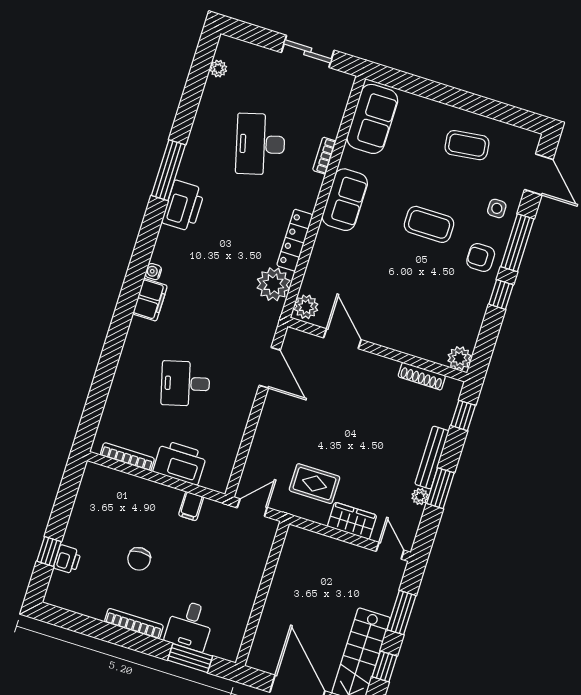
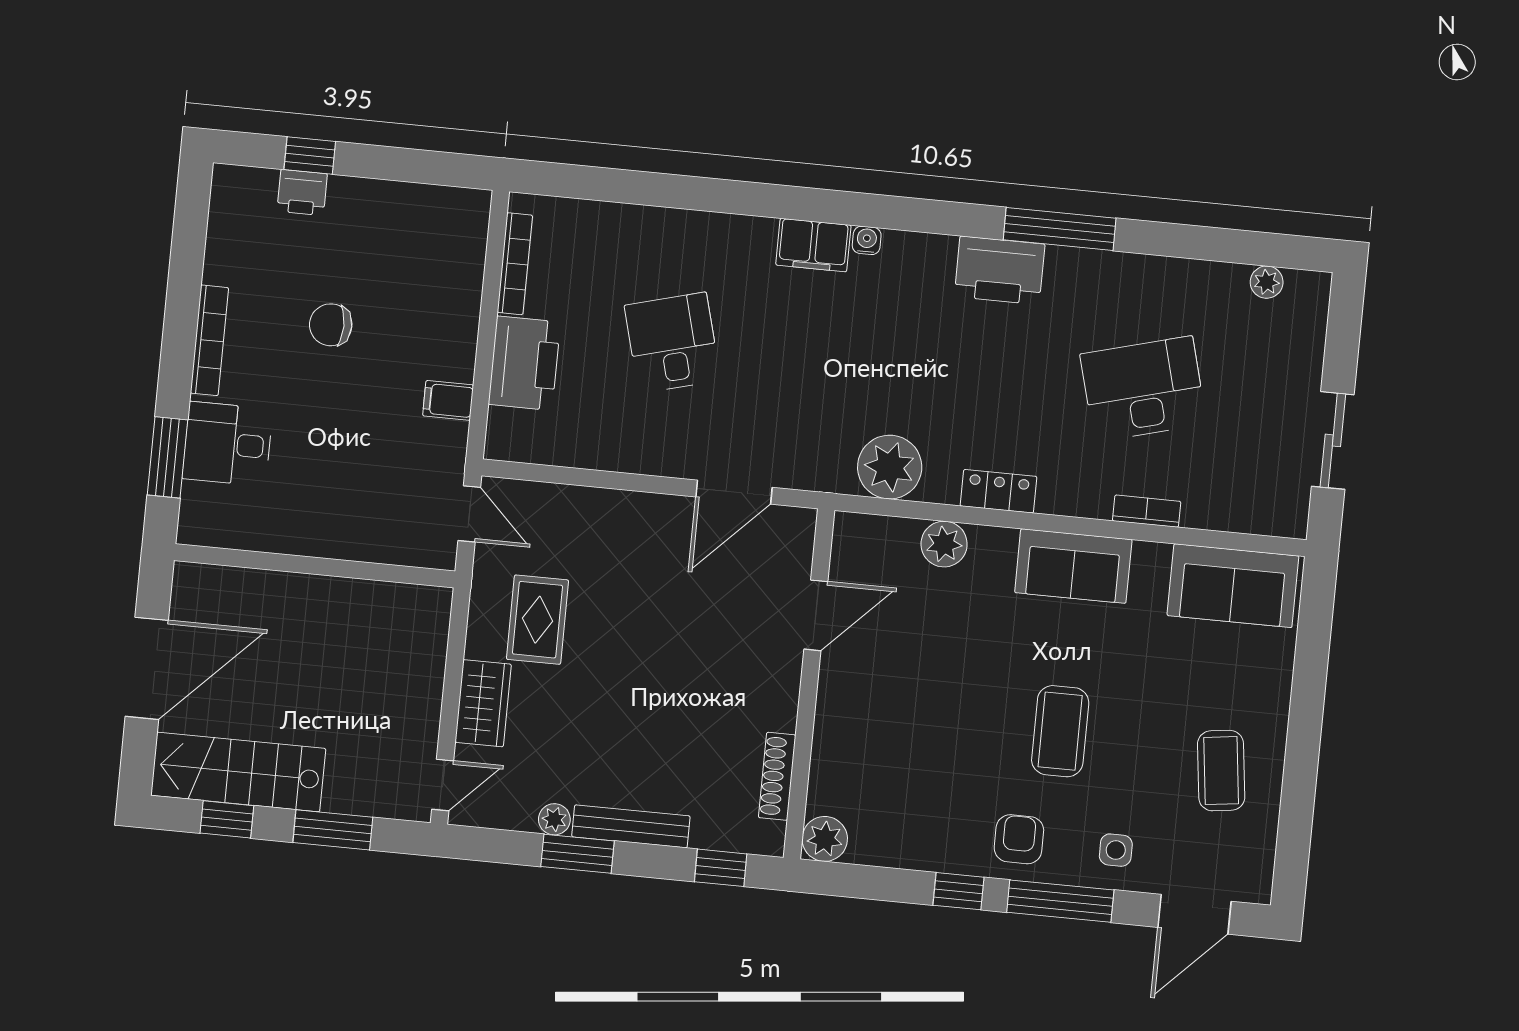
locker: (295, 240) -> (999, 491), width x0.66
plant: (306, 307) -> (944, 544), moved

